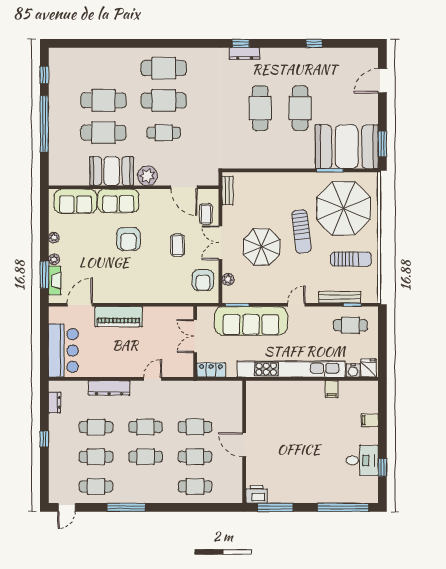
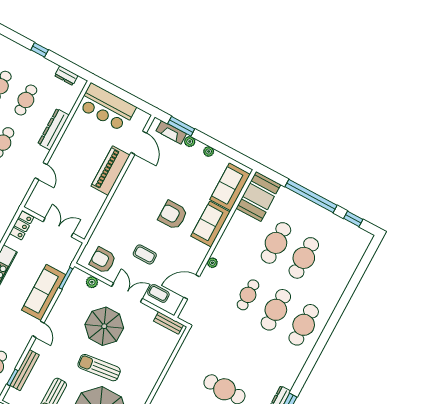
booth: (112, 171) -> (258, 196), moved
plant: (148, 176) -> (212, 263), width x0.53, depth x0.53
sofa: (251, 321) -> (44, 292), width x0.74, depth x0.79

